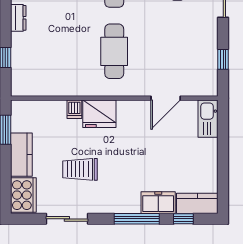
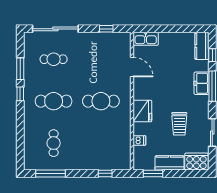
dresser: (18, 18) -> (79, 165), removed
dishwasher: (74, 109) -> (139, 140), moved
freezer: (158, 203) -> (202, 83), moved

